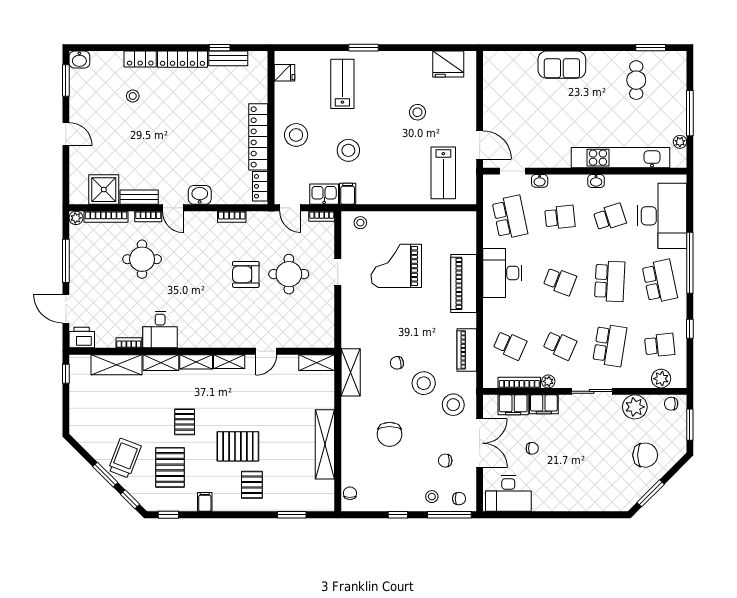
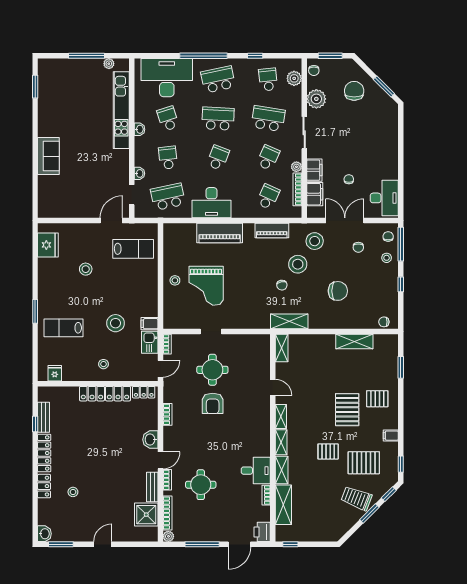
cafe table: (636, 80) -> (61, 98), removed
stool: (296, 135) -> (103, 364), width x0.53, depth x0.53
stool: (360, 223) -> (175, 280), moved
shelving: (325, 444) -> (354, 341), width x0.68

